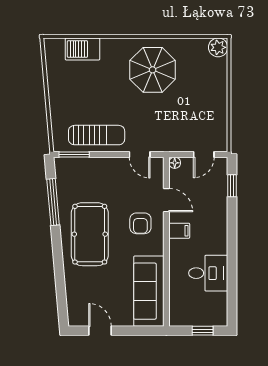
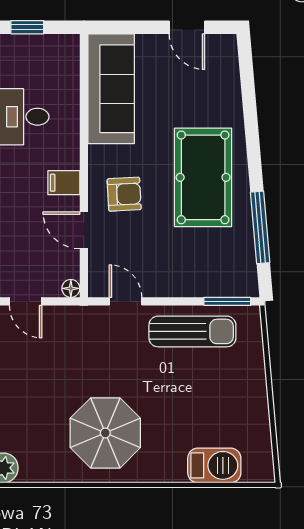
sun lounger: (97, 135) -> (192, 331), turned 180
door: (204, 154) -> (26, 301), swing flipped
armchair: (140, 223) -> (124, 194), turned 87

